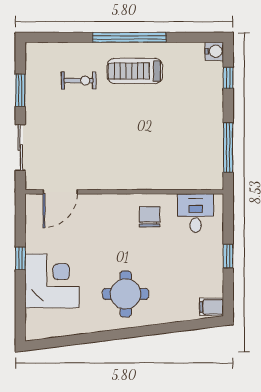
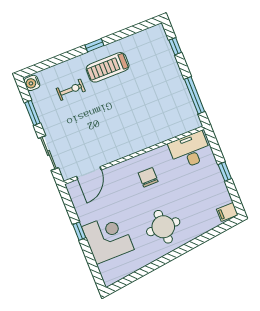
window: (129, 37) -> (94, 45), width x0.32
water cooler: (214, 51) -> (32, 83), moved, turned 180
desk: (196, 213) -> (190, 150), width x1.37
chair: (150, 217) -> (148, 177), moved

